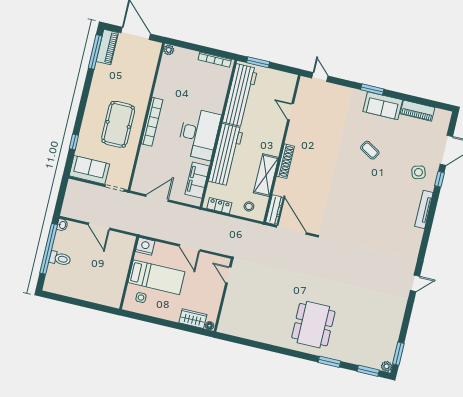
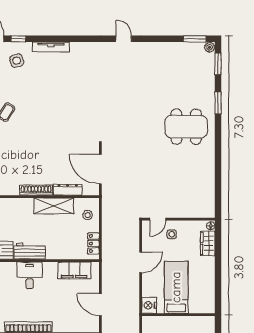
desk: (199, 134) -> (30, 275), width x0.53, depth x0.77
workbench: (226, 155) -> (30, 251), width x0.53, depth x0.76
dresser: (275, 210) -> (68, 190), moved
door: (291, 230) -> (100, 169), hinge flipped
side table: (141, 298) -> (172, 234), moved

